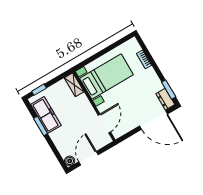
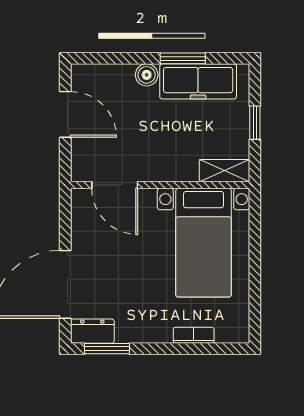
window: (39, 90) -> (255, 123), moved
boiler: (70, 161) -> (147, 75), moved

